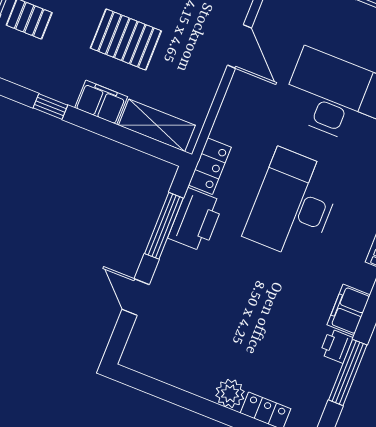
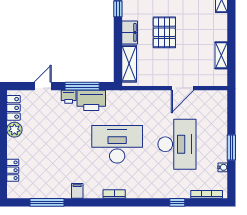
locker: (210, 166) -> (14, 108), moved, turned -90
filing cabinet: (349, 310) -> (77, 191), width x0.50
printer: (336, 346) -> (69, 97), moved, turned 180
plant: (230, 393) -> (14, 130), moved

